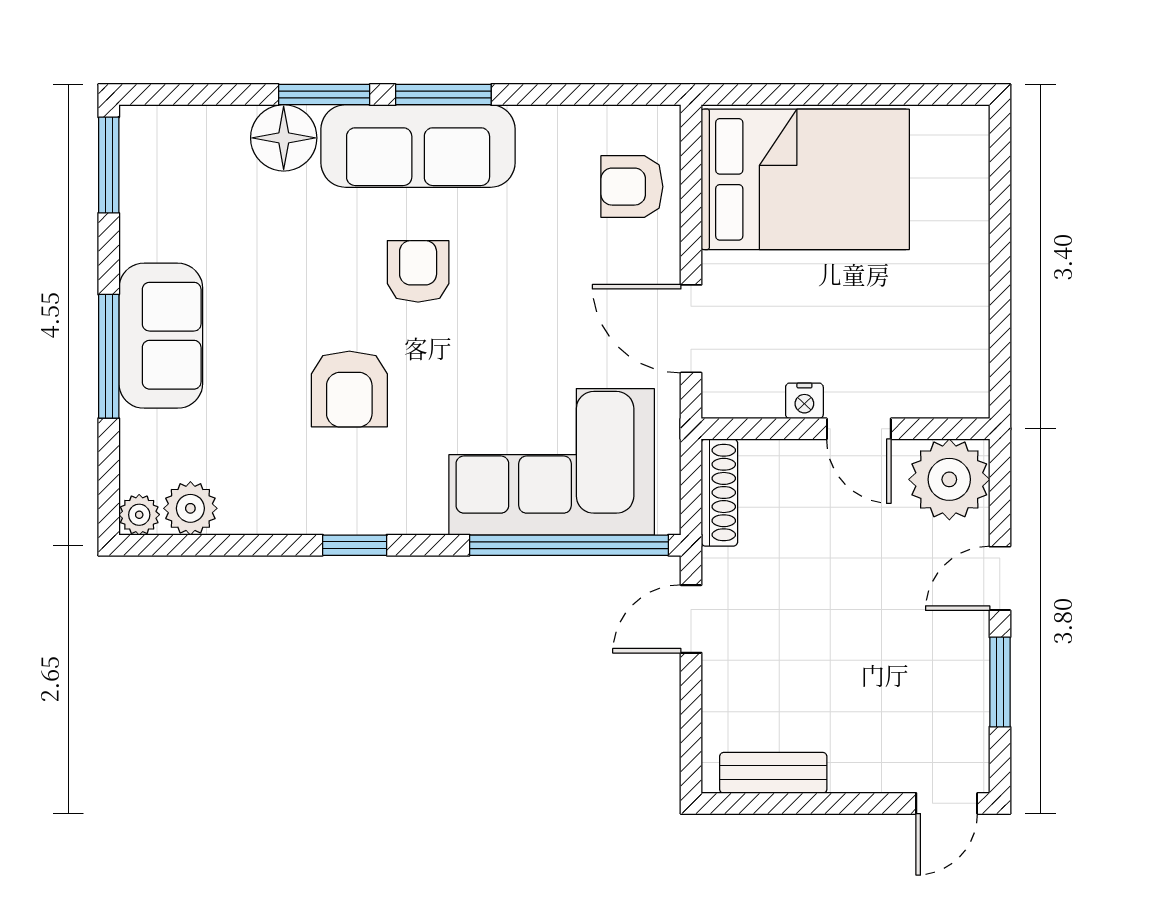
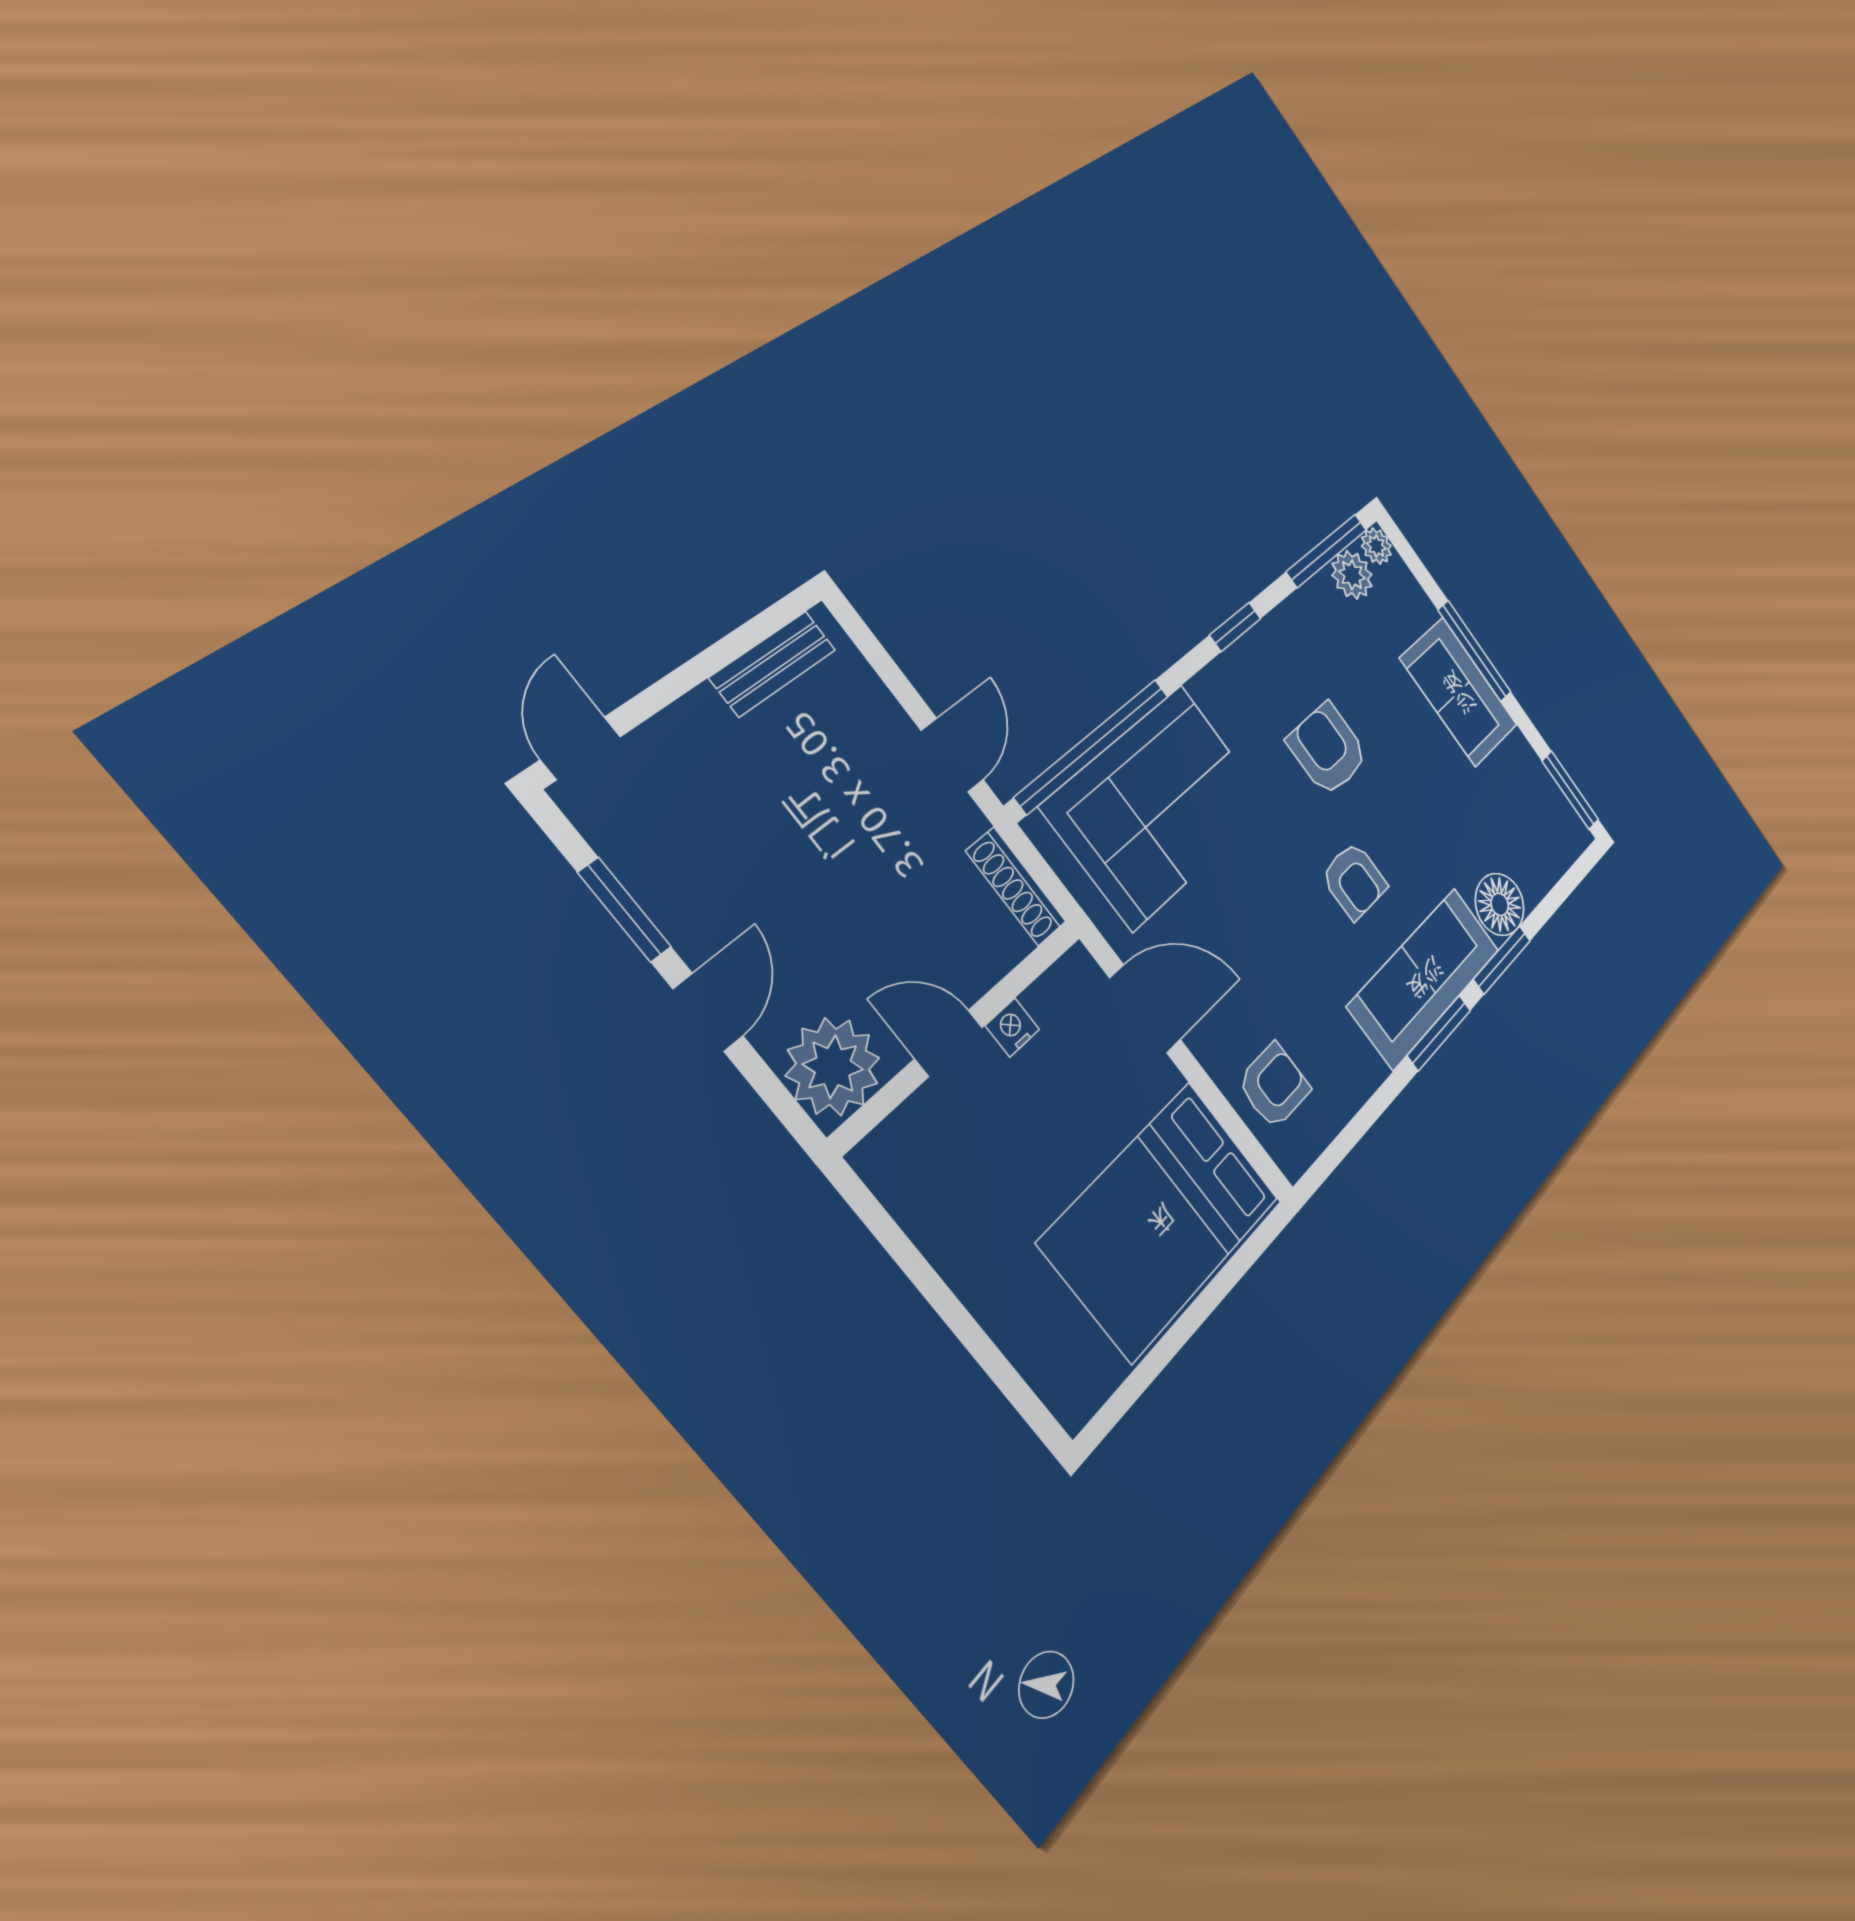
window: (200, 545) -> (1327, 551), added

